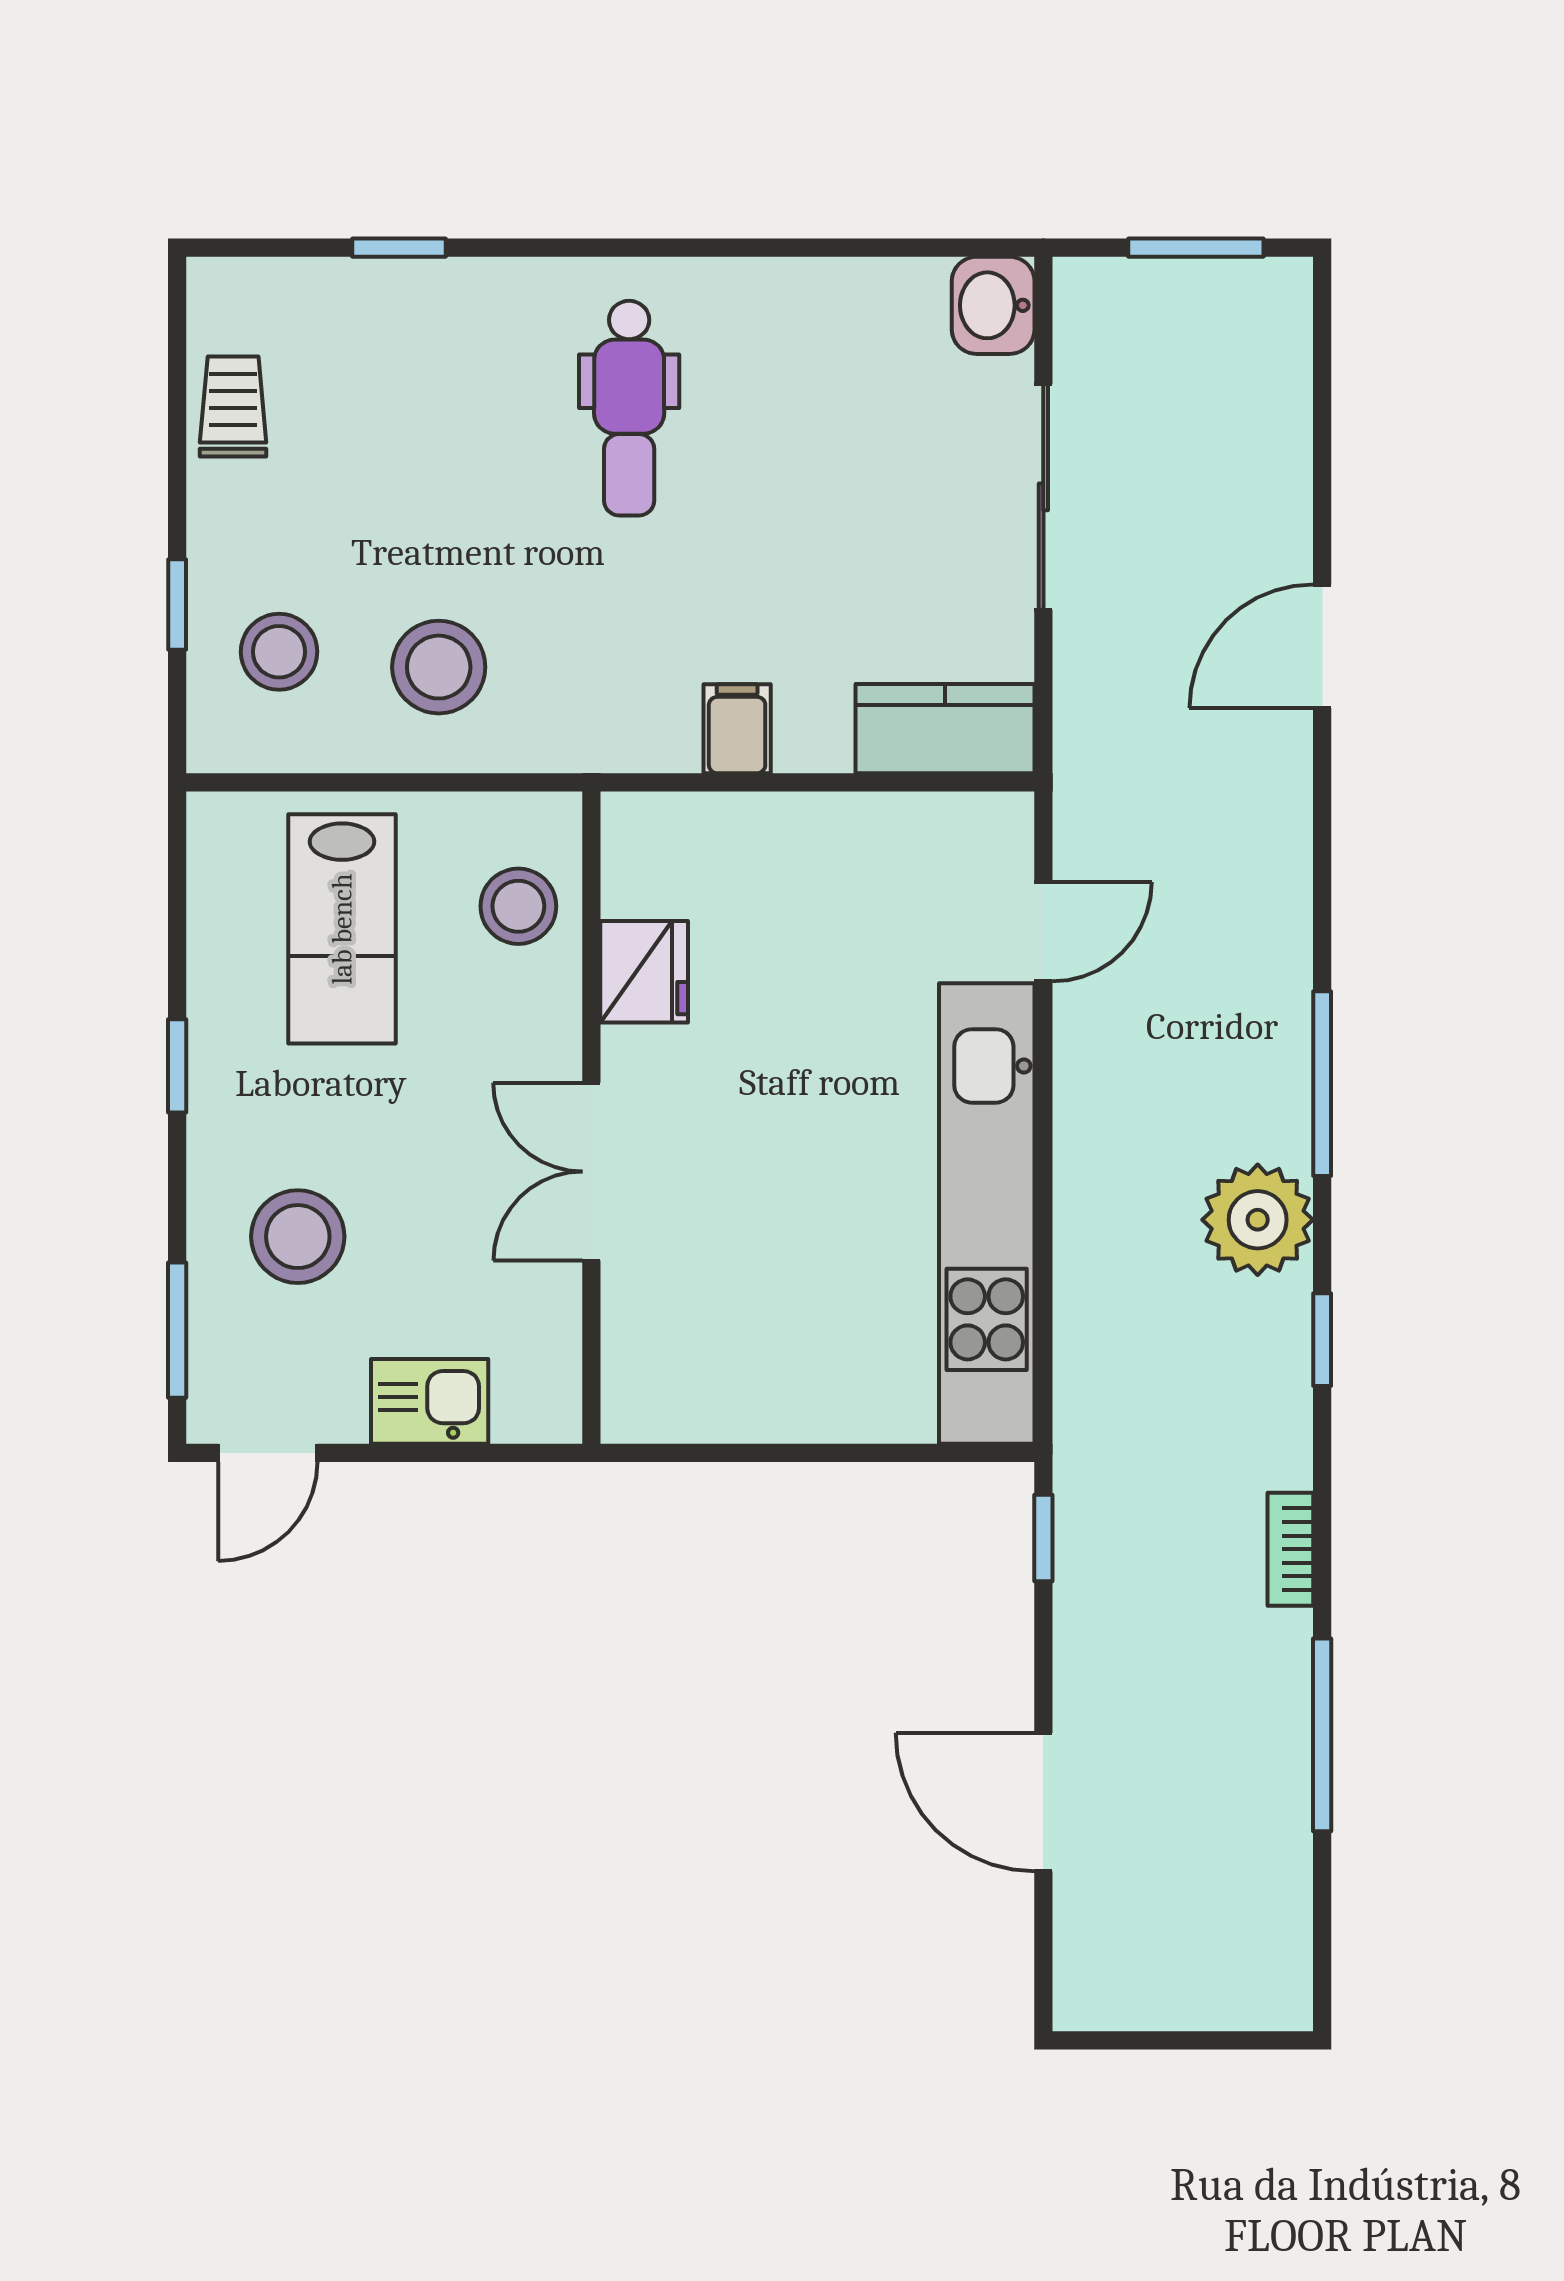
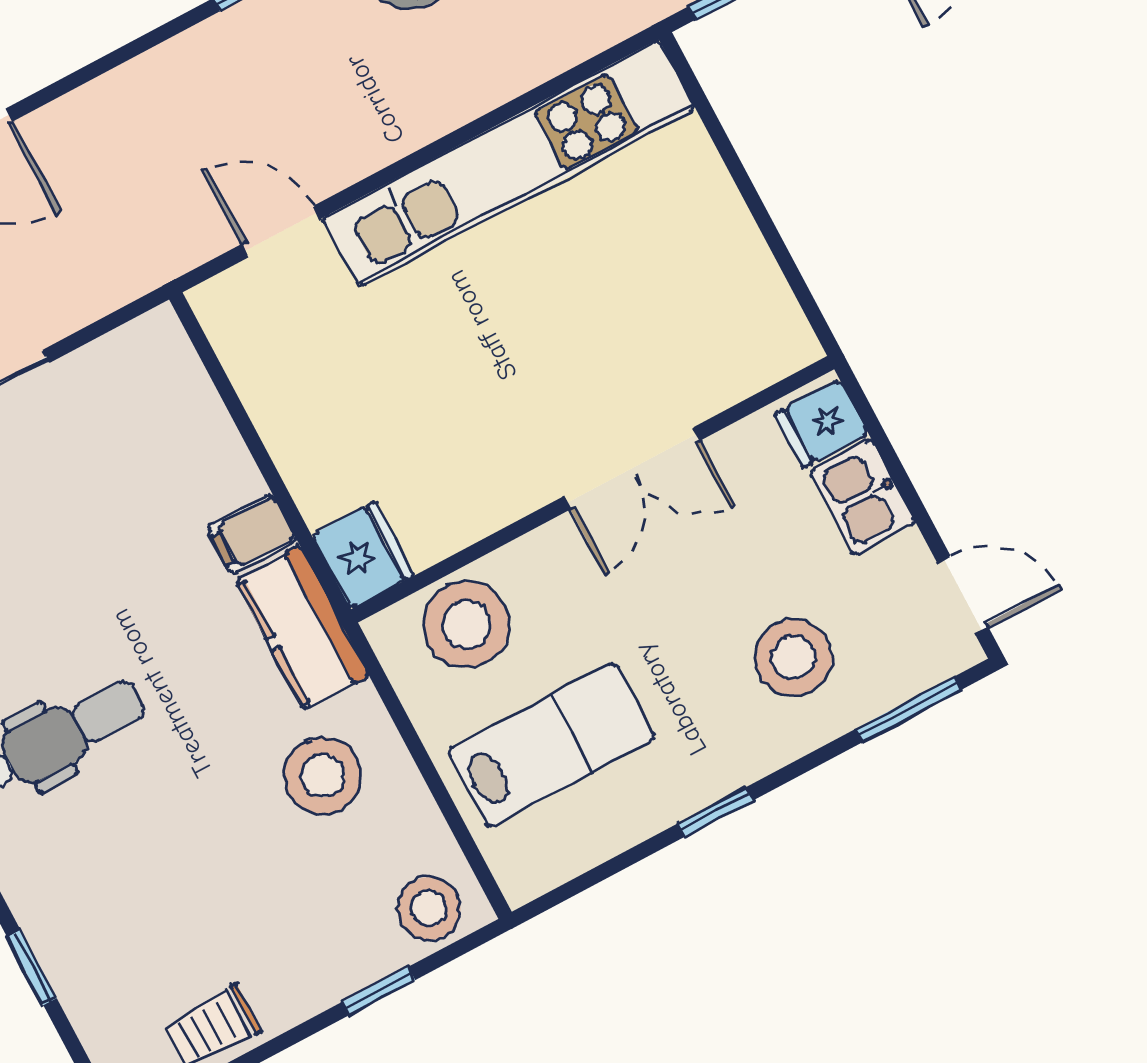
stool: (279, 652) -> (429, 909), moved
kitchen counter: (945, 729) -> (302, 628), moved
stool: (518, 906) -> (467, 625), width x1.38, depth x1.38
fridge: (644, 972) -> (363, 555), moved, turned 90
fridge: (532, 1399) -> (822, 424), added

